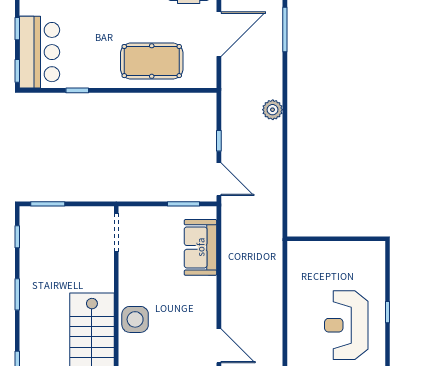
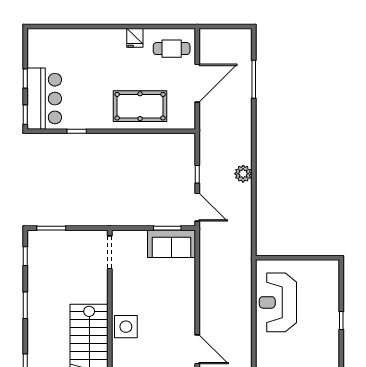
plant: (273, 110) -> (243, 174), moved
sofa: (200, 247) -> (172, 244), moved, turned -90
reception desk: (346, 325) -> (278, 302), moved

